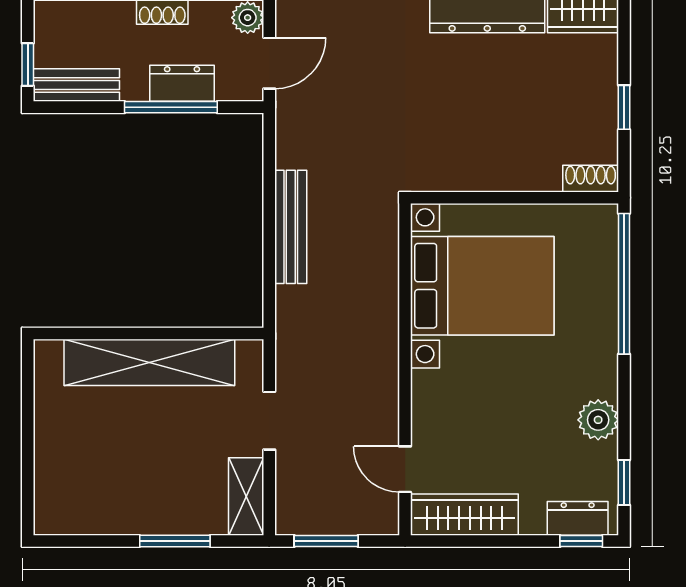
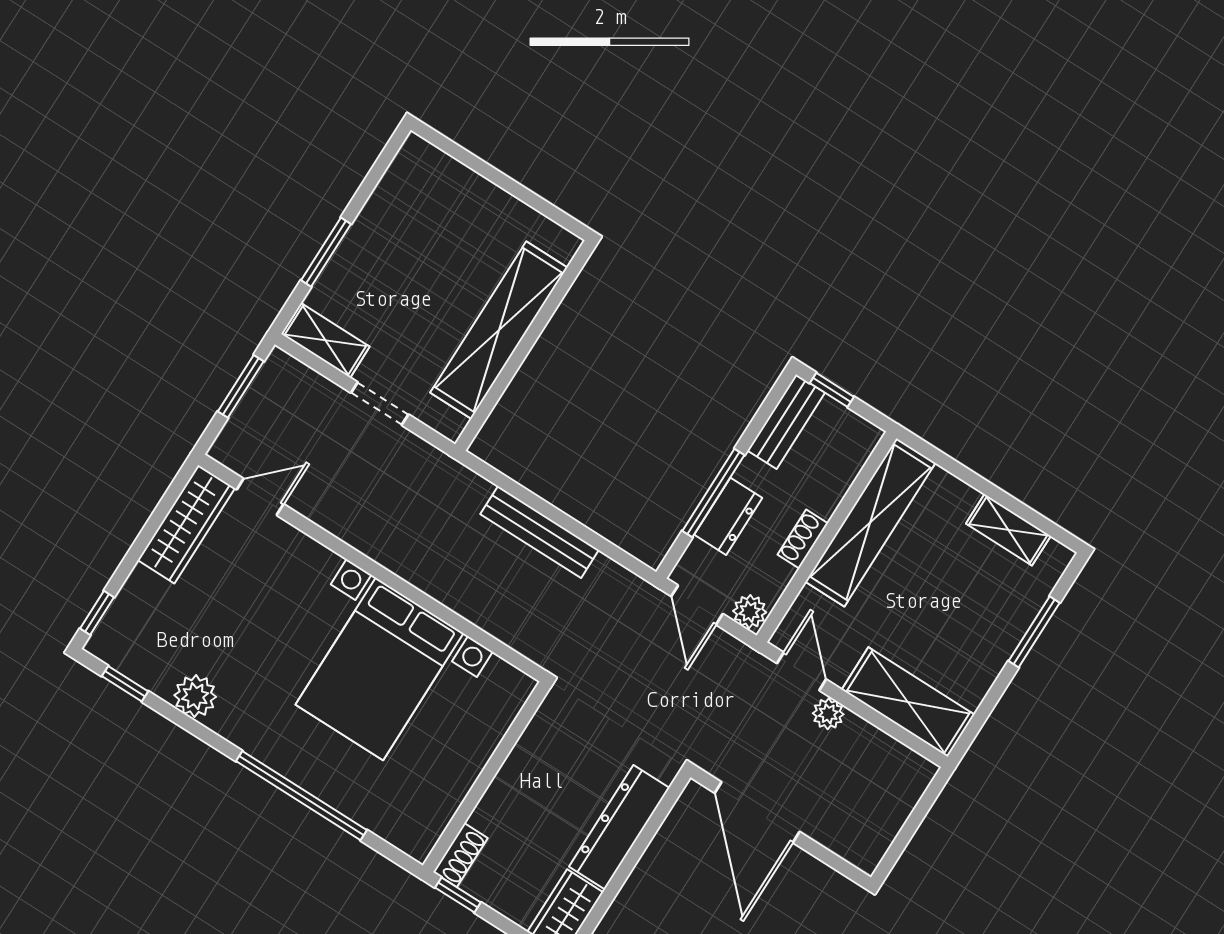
shoe rack: (591, 179) -> (460, 855), moved
wall: (514, 198) -> (486, 777), moved
dresser: (578, 518) -> (119, 622), removed

